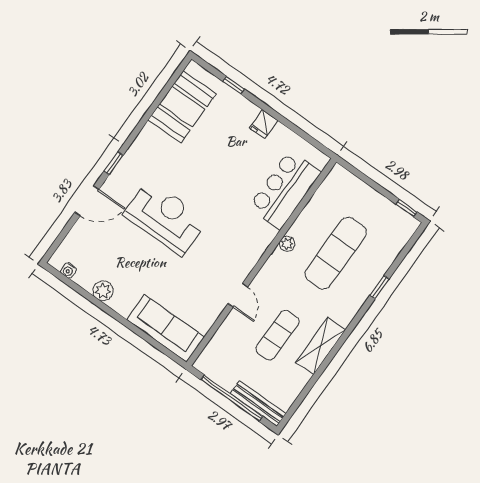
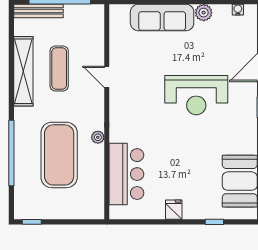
exercise mat: (336, 253) -> (59, 155), width x1.47
window: (380, 287) -> (11, 153), width x3.17
sofa: (166, 328) -> (162, 17), moved
shelving: (321, 346) -> (23, 71), width x1.47

